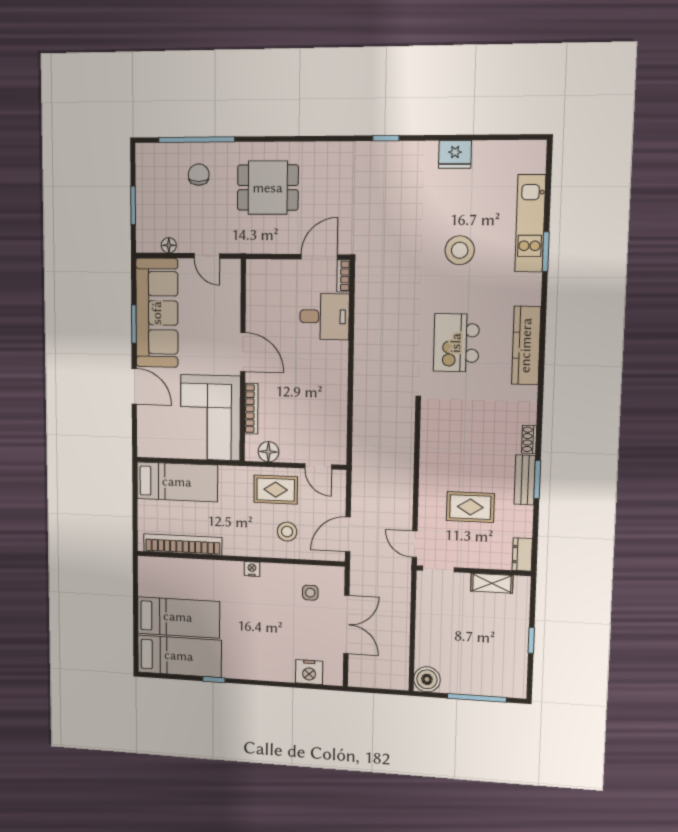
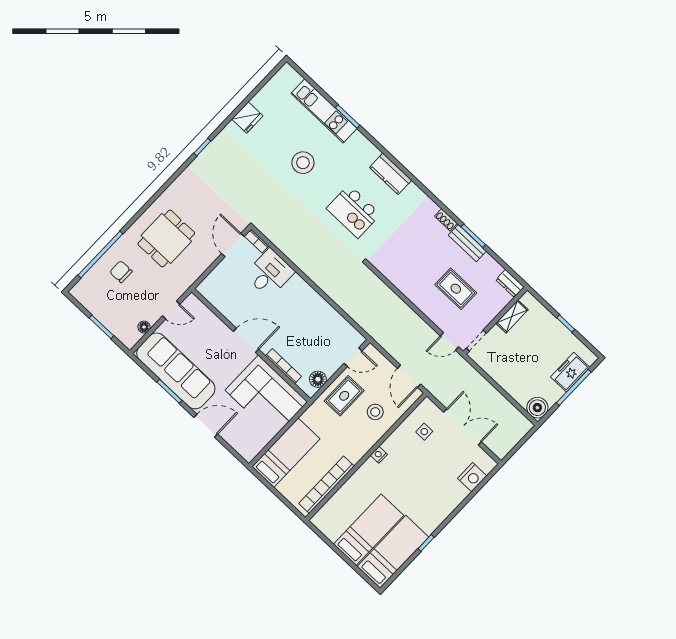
kitchen counter: (526, 345) -> (391, 174), width x0.67
rug: (470, 507) -> (456, 289), turned 90
freezer: (488, 683) -> (570, 372), added

